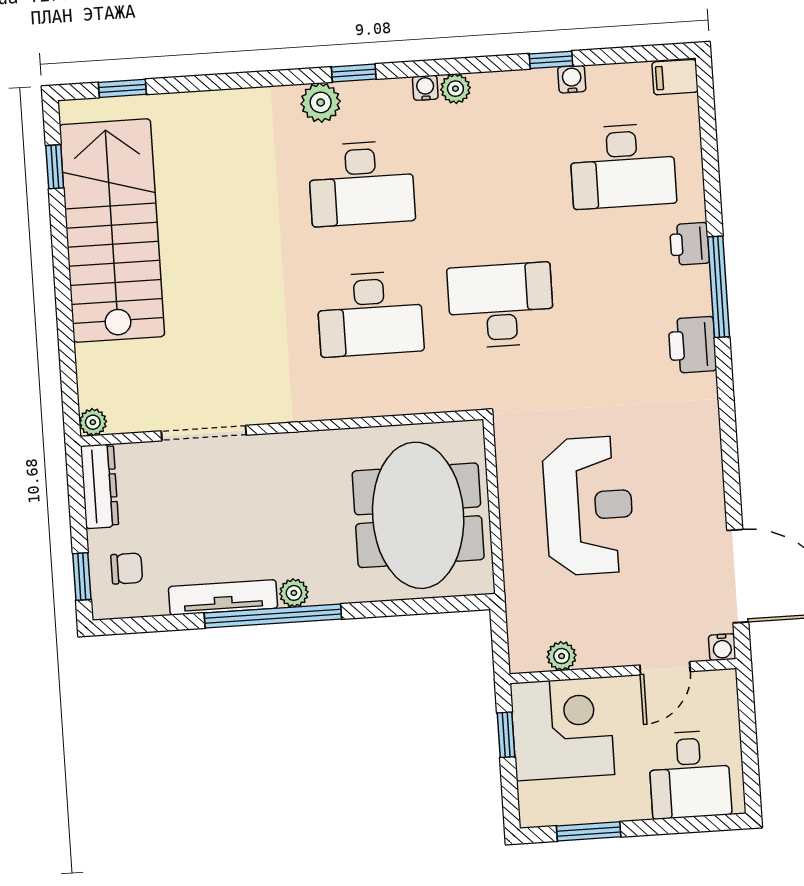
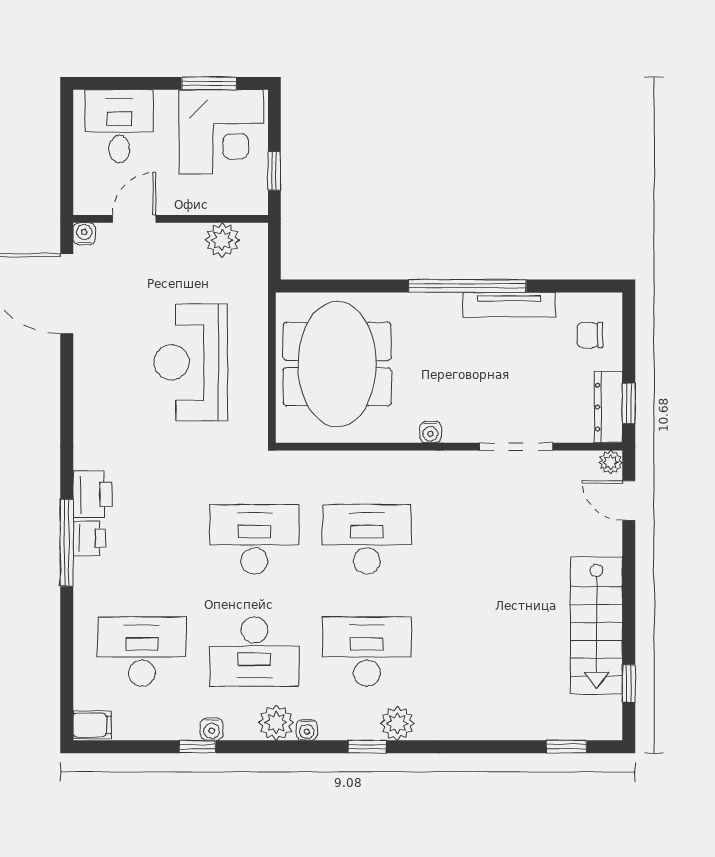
water cooler: (572, 79) -> (212, 729), moved
plant: (455, 89) -> (276, 723), width x1.38, depth x1.38
desk: (492, 175) -> (254, 652), added
stairs: (112, 231) -> (596, 625), width x0.73, depth x0.66
printer: (690, 244) -> (89, 538), moved
desk: (501, 305) -> (254, 539), turned 180
door: (69, 379) -> (629, 500), added
water cooler: (304, 443) -> (430, 432), added
window: (82, 576) -> (629, 403), moved
plant: (294, 593) -> (448, 305), removed
plant: (562, 656) -> (222, 240), width x1.38, depth x1.38
corner desk: (562, 729) -> (221, 132), moved, turned -90

